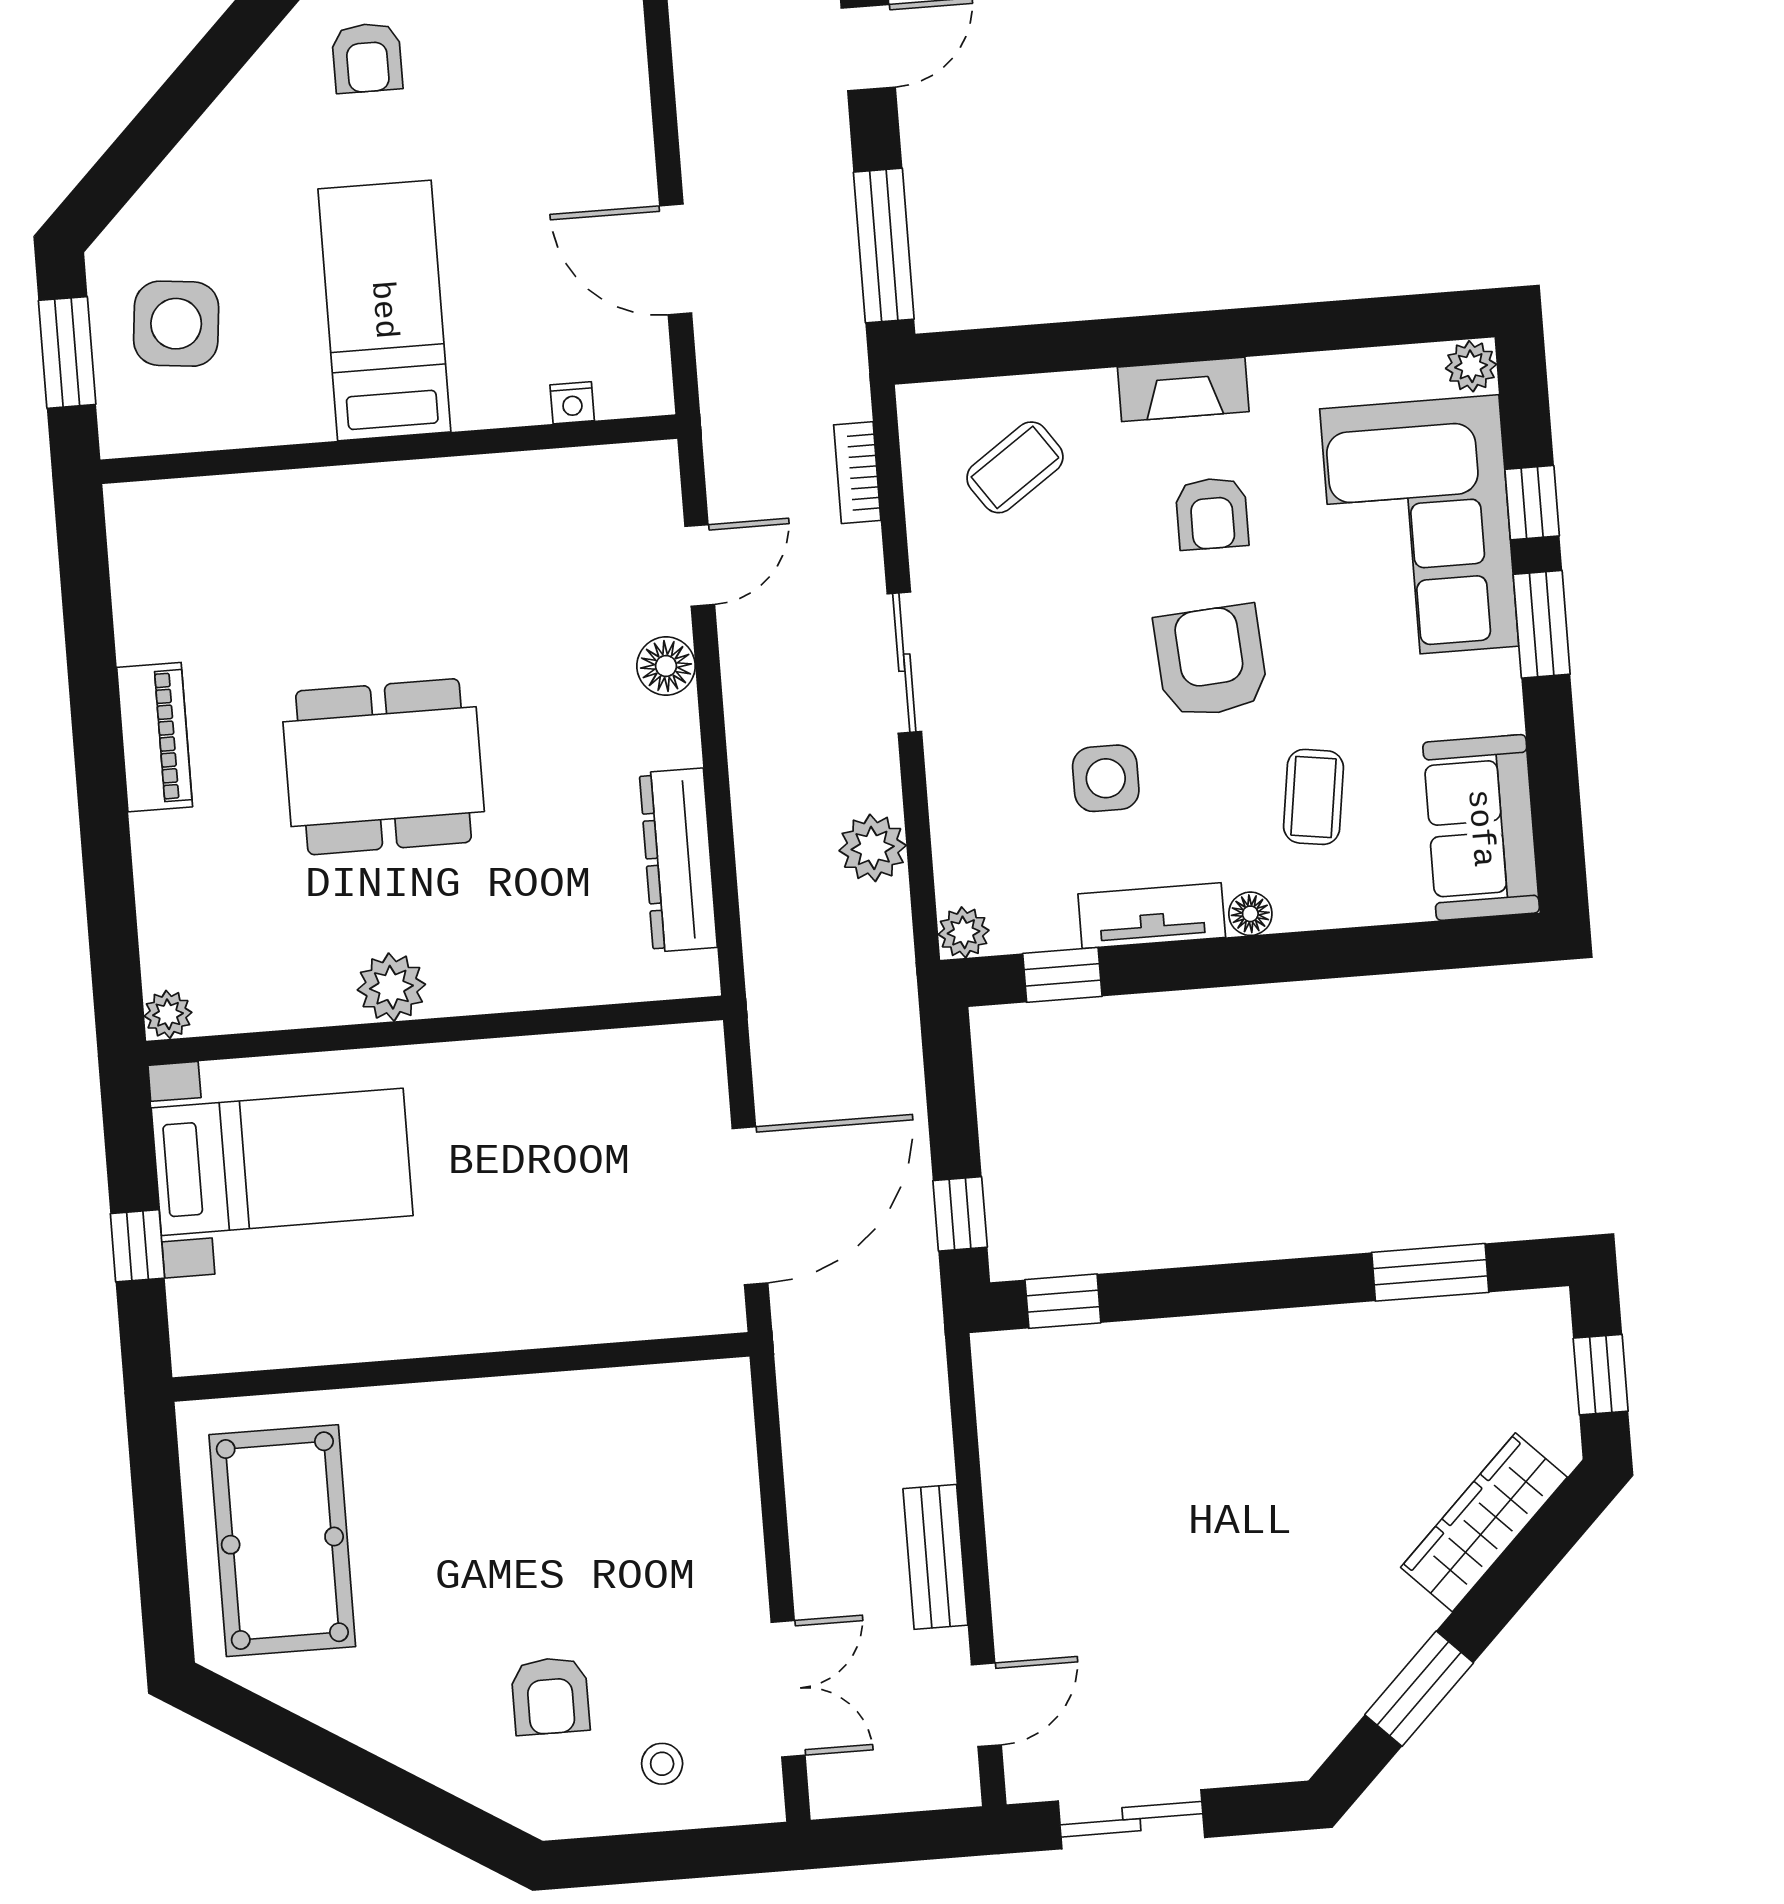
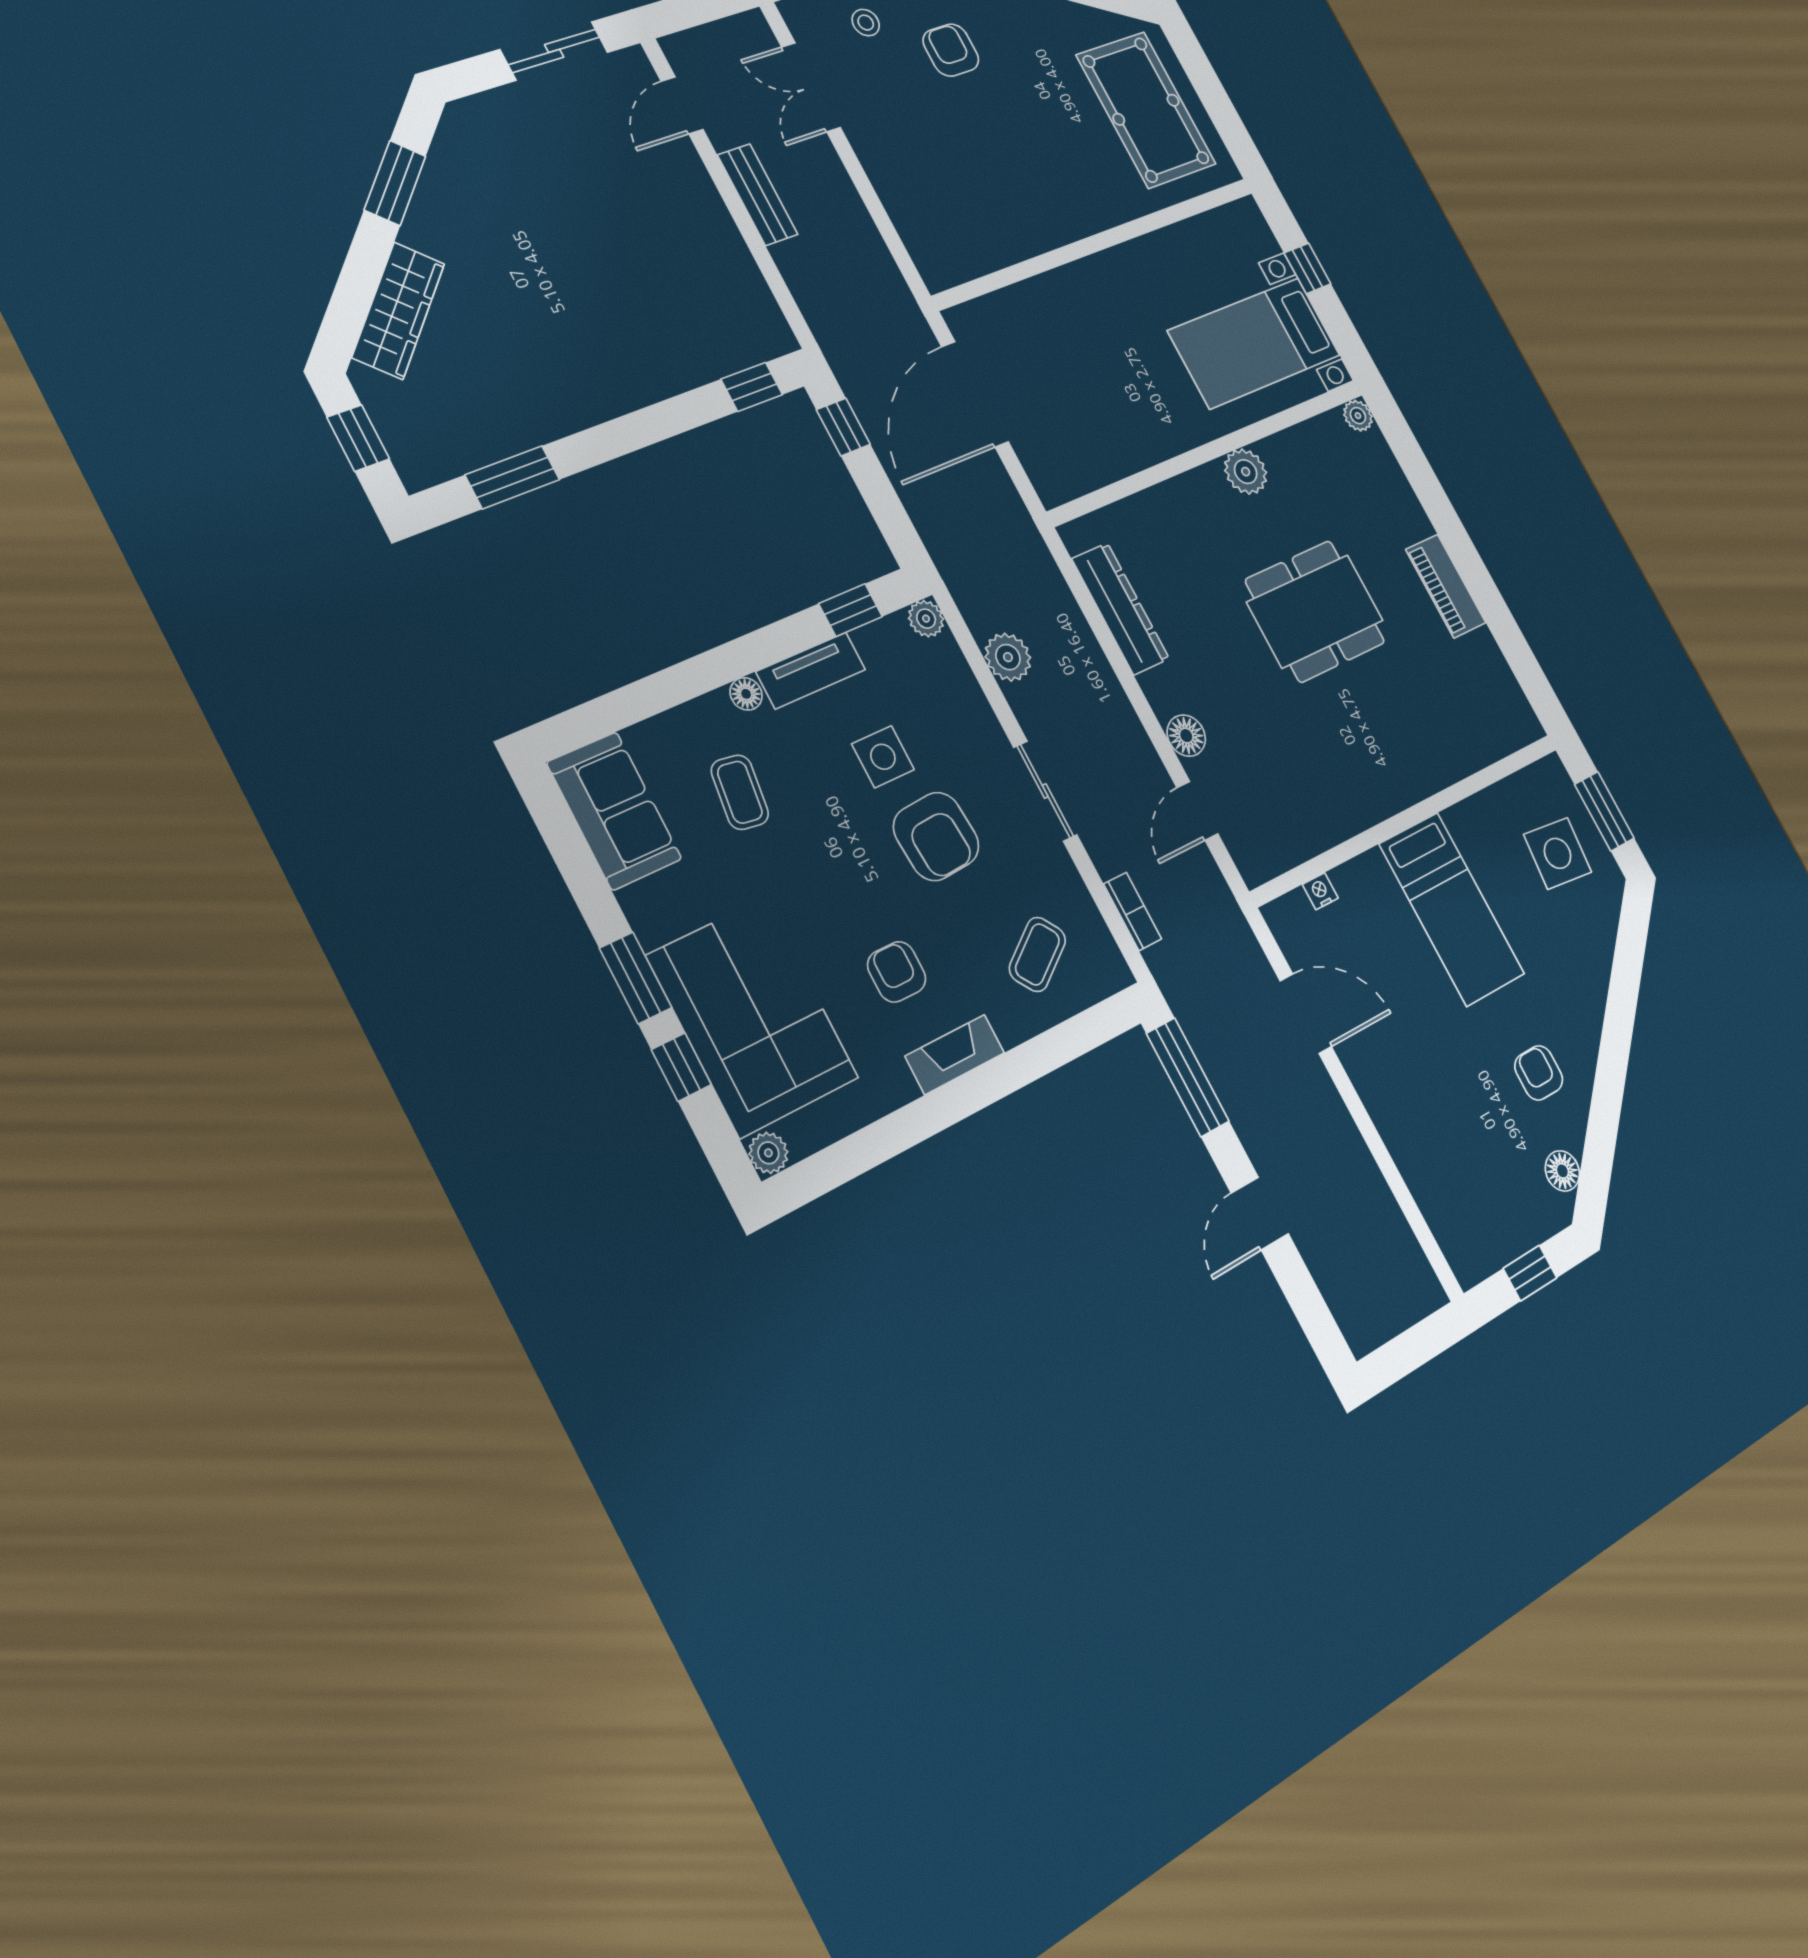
armchair: (1211, 661) -> (936, 836), moved

